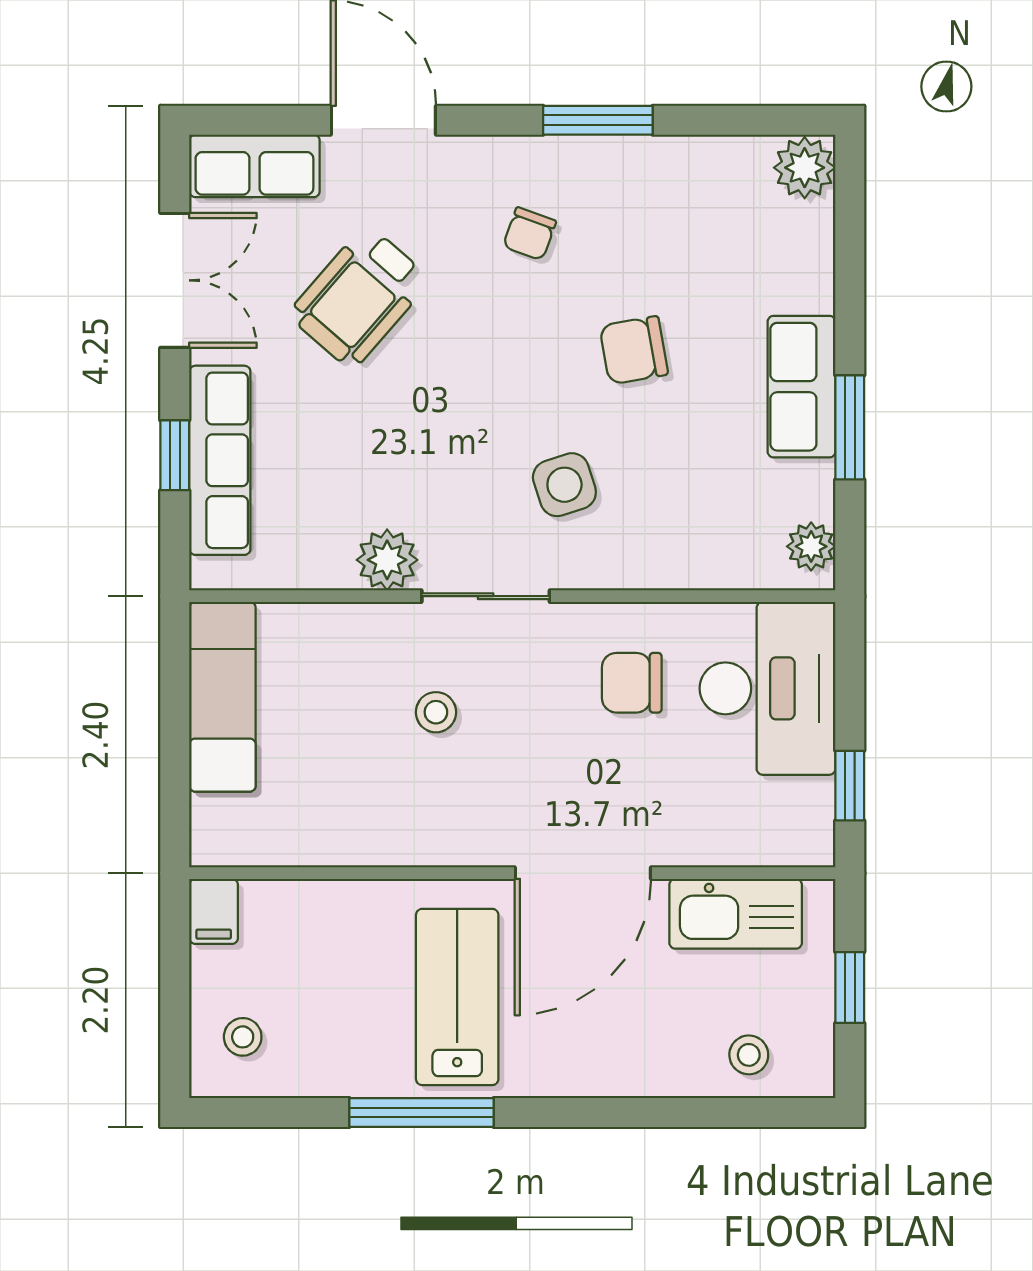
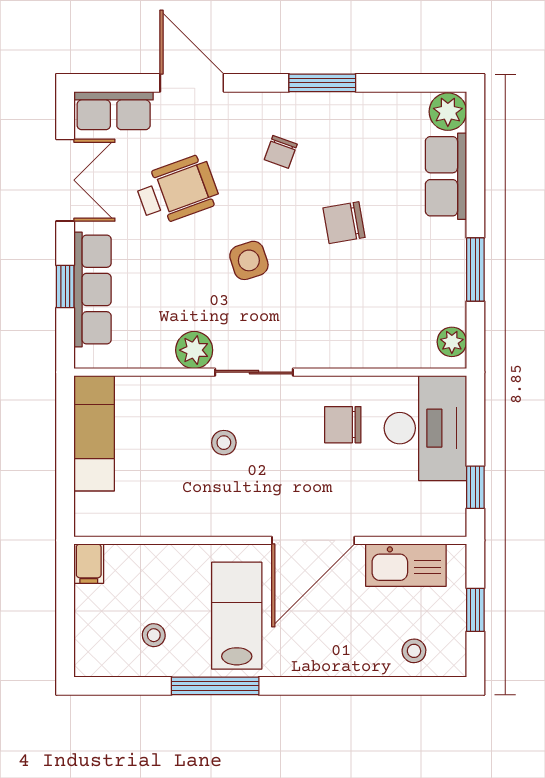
wheelchair: (359, 297) -> (177, 190), turned -151
row of seats: (801, 387) -> (446, 176), moved
side table: (564, 485) -> (249, 260), moved
stool: (243, 1037) -> (154, 635), moved

